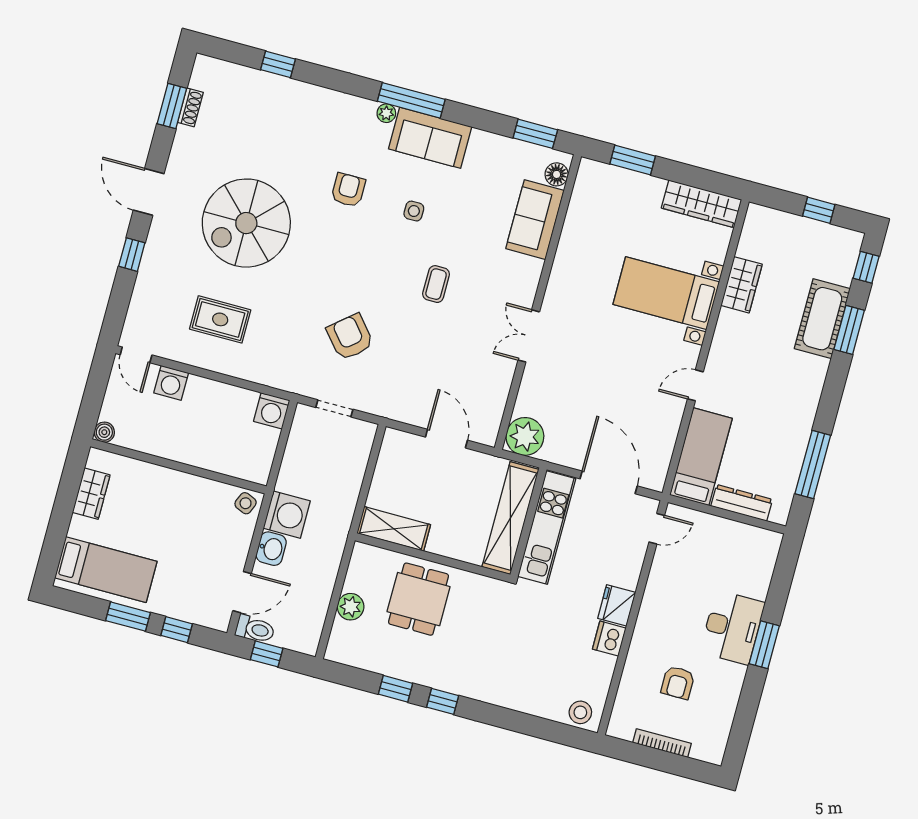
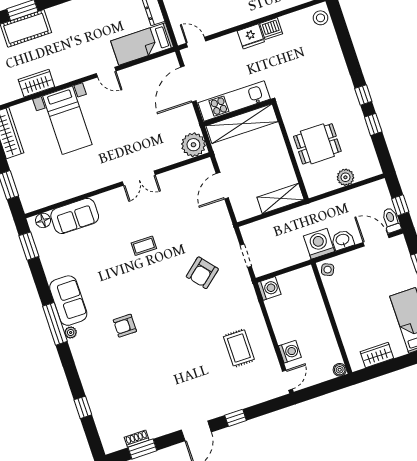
side table: (414, 211) -> (113, 283), removed
spiral stairs: (246, 223) -> (178, 368), removed
shelving: (394, 529) -> (281, 199), moved, turned 90

